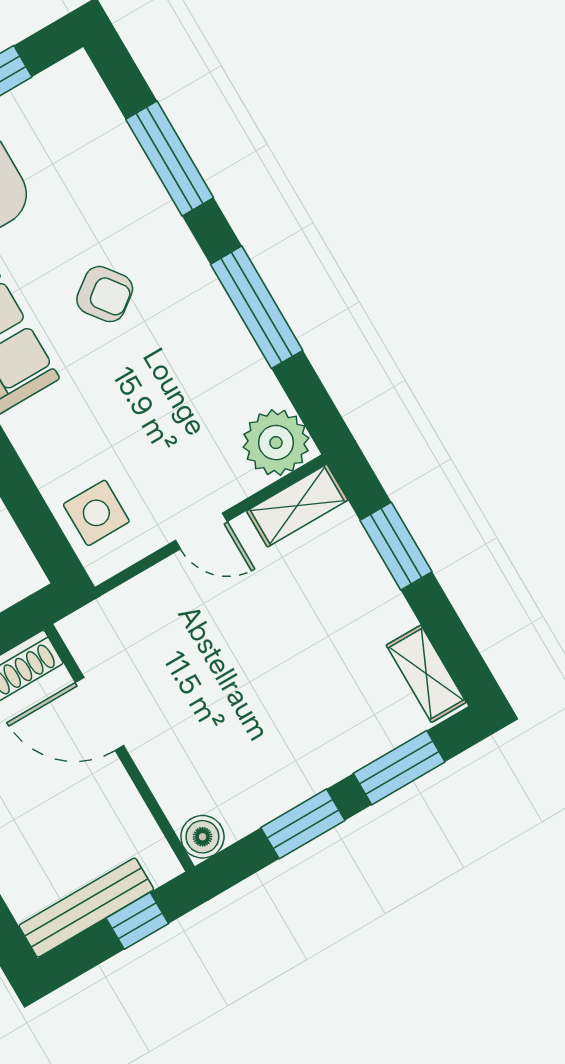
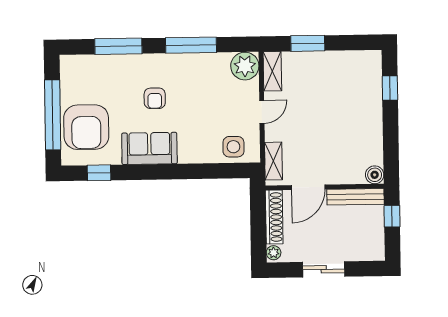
armchair: (105, 294) -> (155, 98), turned 127
shelving: (426, 674) -> (273, 161), moved, turned 90
window: (399, 768) -> (390, 88), width x0.67
window: (303, 824) -> (391, 135), removed
bench: (86, 908) -> (355, 197), moved, turned 90

